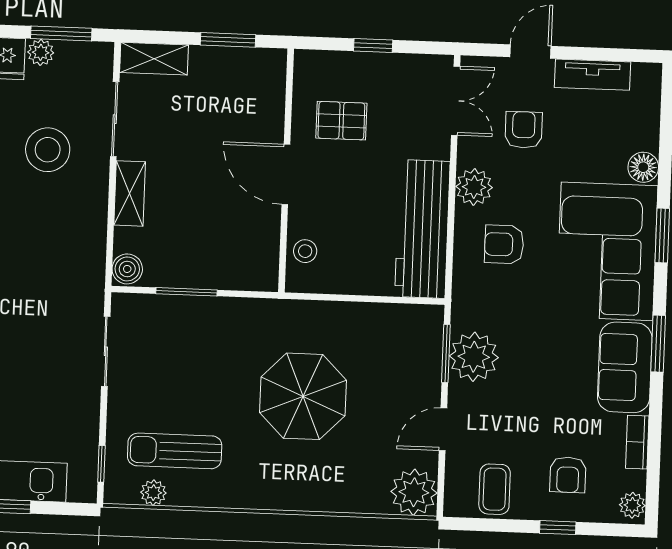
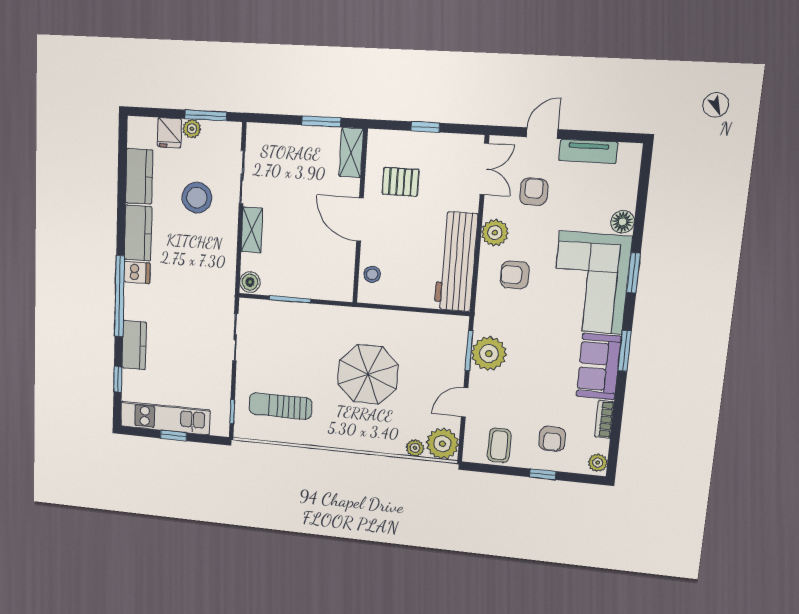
shelving: (154, 59) -> (351, 153), moved, turned 90
plant: (153, 493) -> (415, 448), moved

